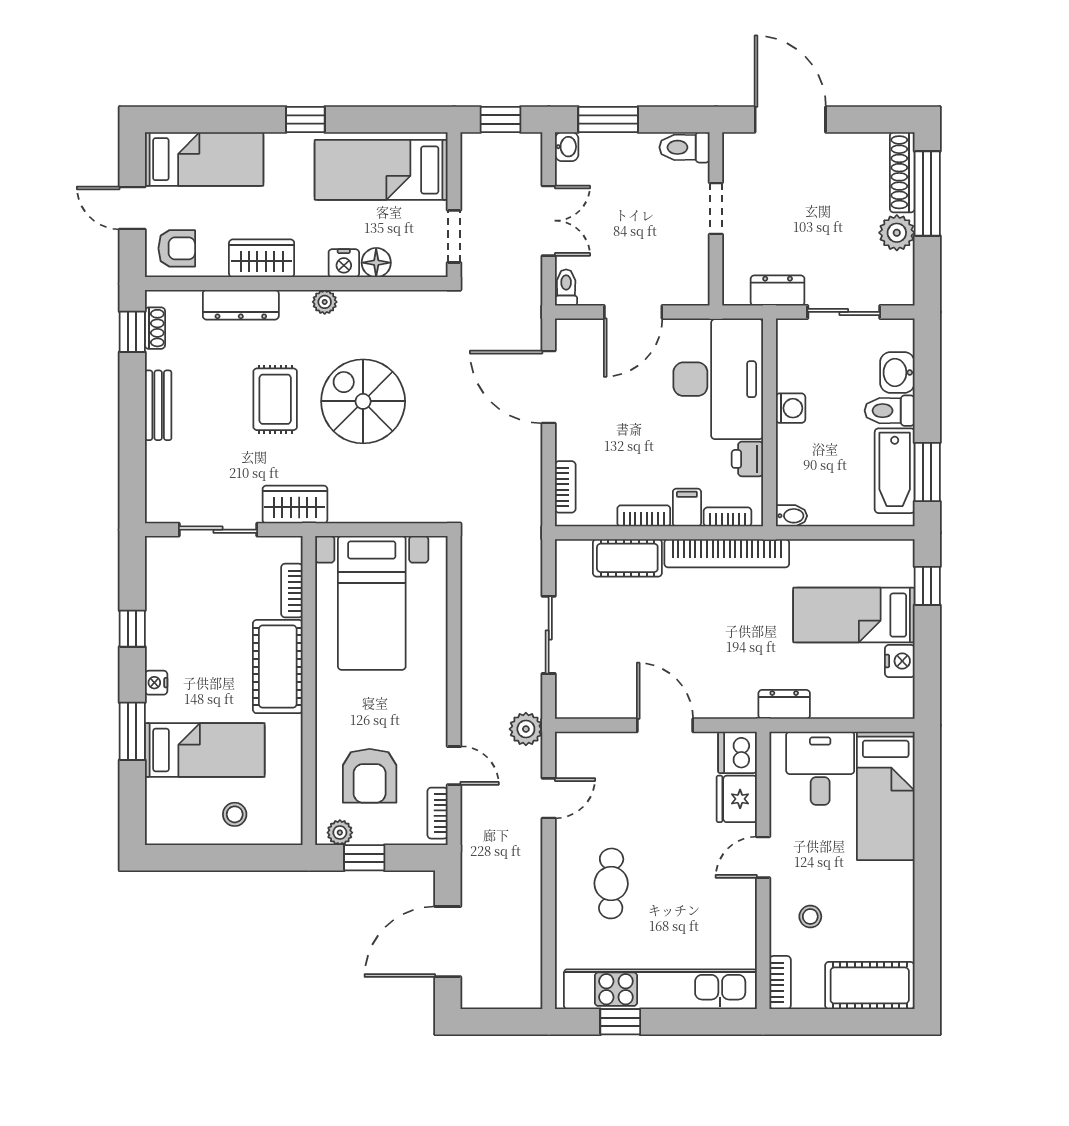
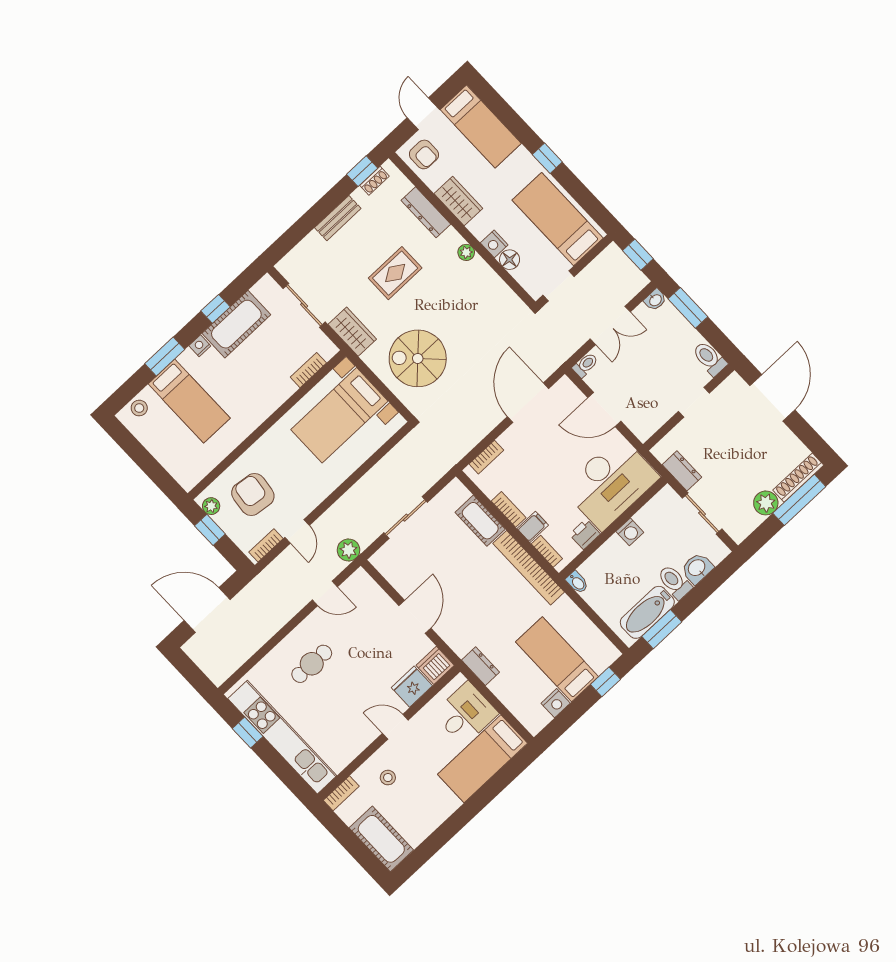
spiral stairs: (363, 401) -> (418, 358), moved, turned -90
cot: (278, 667) -> (236, 324), moved
armchair: (370, 776) -> (253, 494), turned 97
stool: (235, 814) -> (139, 408), moved

